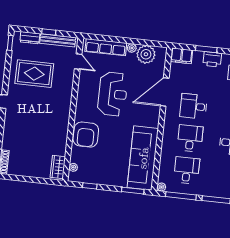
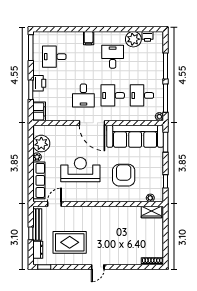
rug: (34, 74) -> (70, 242), turned 90
door: (165, 92) -> (92, 123), moved
armchair: (86, 135) -> (124, 175), moved, turned -90

